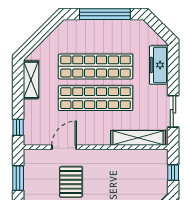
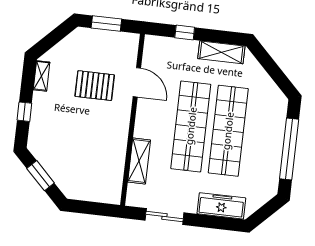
window: (18, 127) -> (185, 33), moved
shelving: (138, 138) -> (139, 161), width x0.68
window: (173, 173) -> (92, 208), removed

